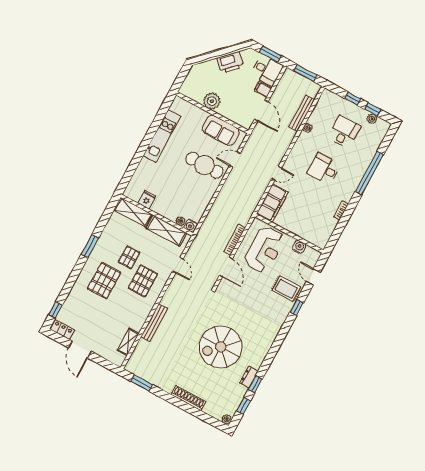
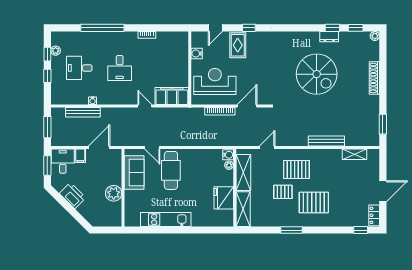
fridge: (147, 200) -> (224, 198), width x1.88, depth x1.34

